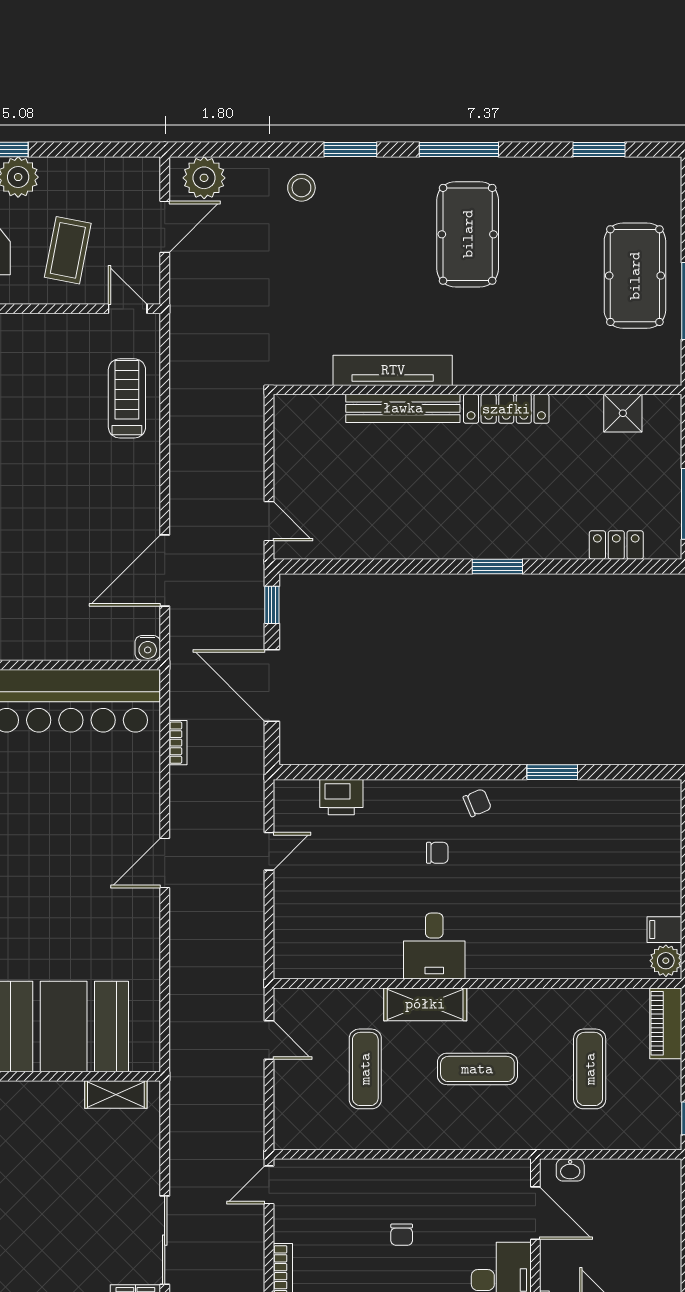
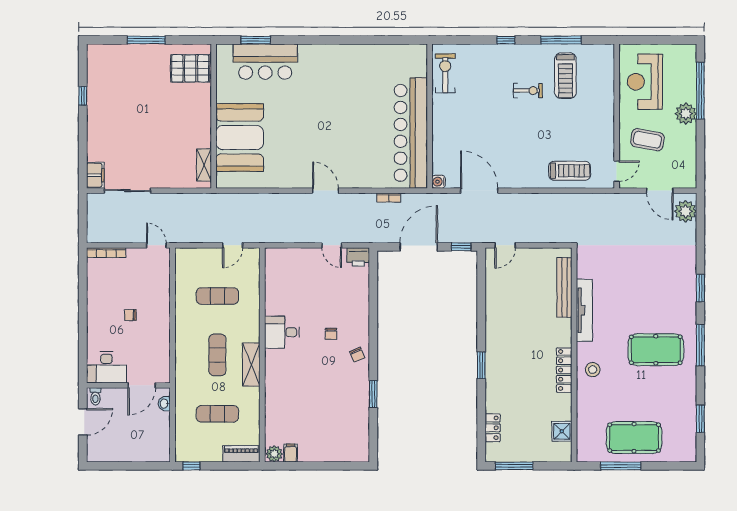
stool: (301, 188) -> (593, 370), moved
bench: (403, 408) -> (564, 287), moved
printer: (341, 797) -> (358, 257), moved, turned -90
shelving: (425, 1004) -> (251, 365), moved

